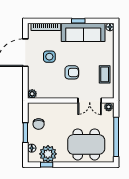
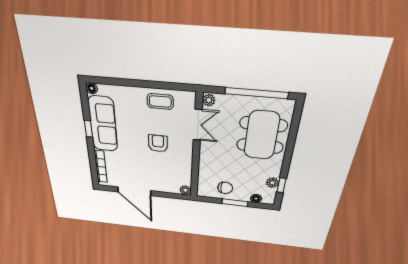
side table: (49, 57) -> (138, 167), removed
plant: (48, 154) -> (272, 183), width x0.53, depth x0.53

